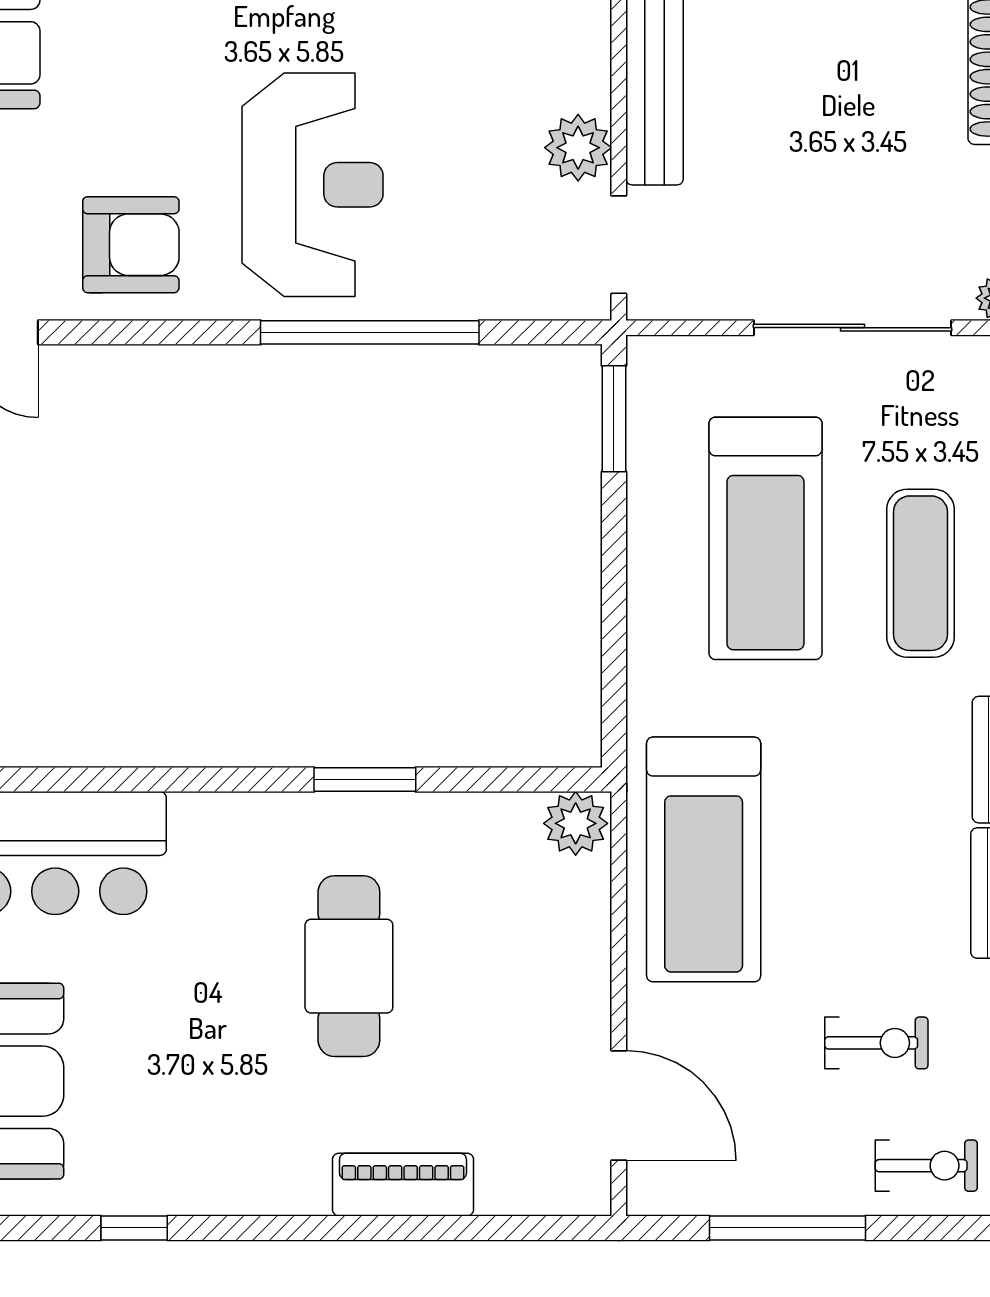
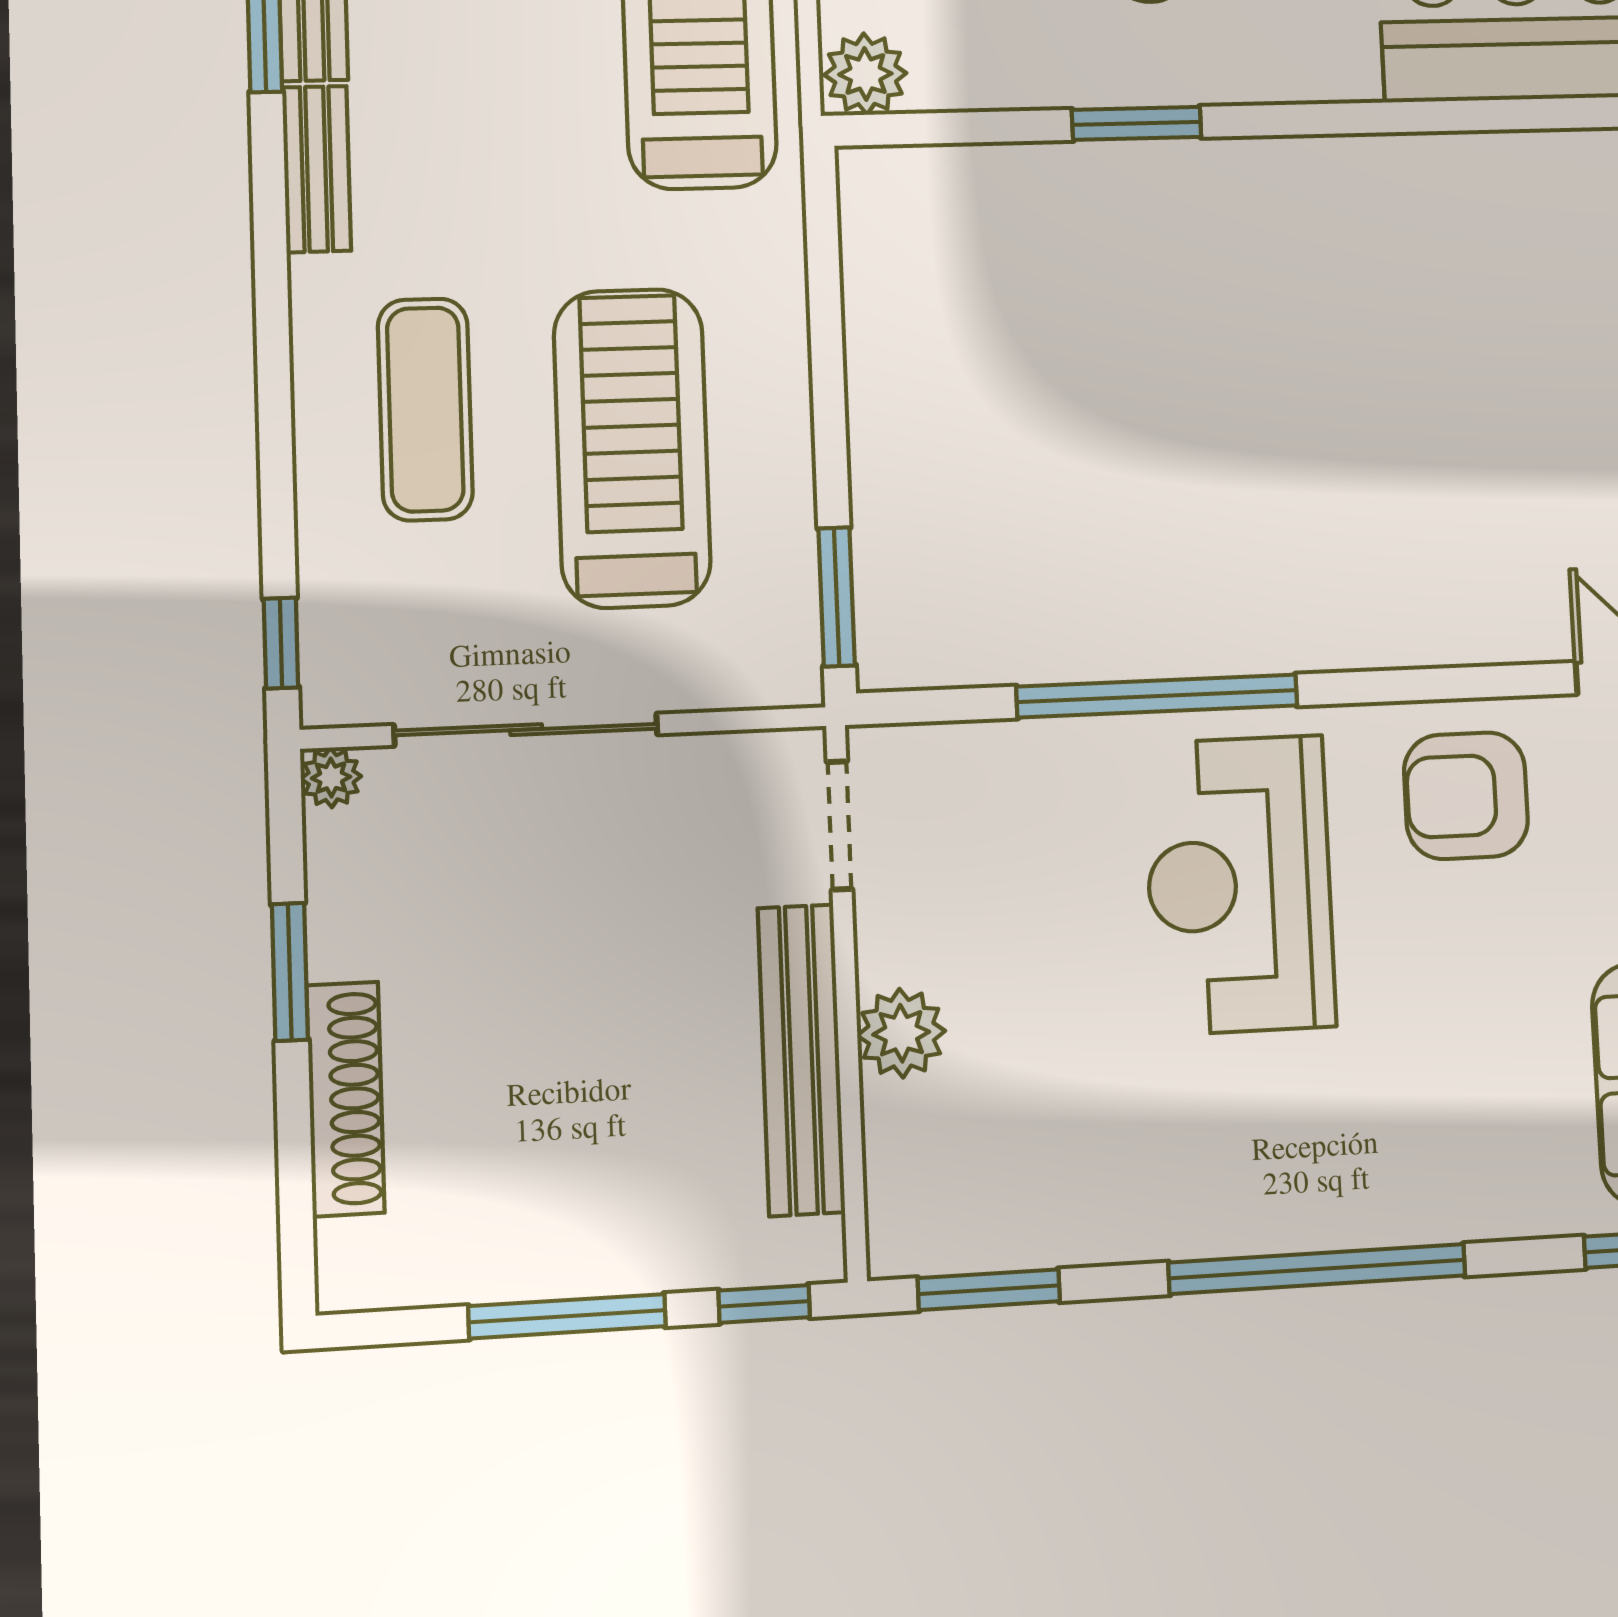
plant: (578, 148) -> (901, 1033), moved

